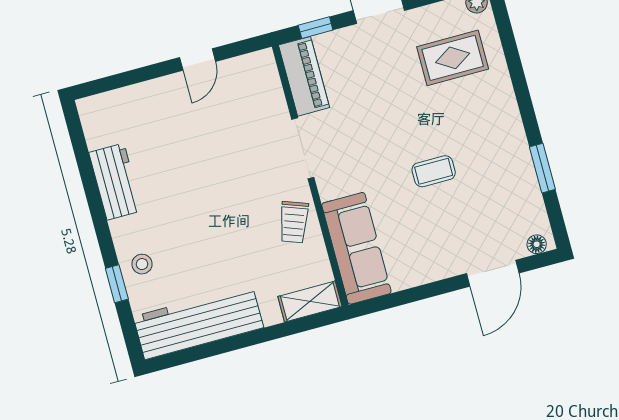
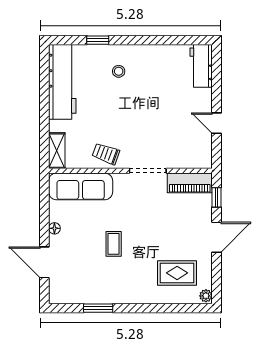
rug: (453, 58) -> (177, 273), turned 90
workbench: (115, 182) -> (201, 66), moved, turned 90
floor lamp: (537, 244) -> (54, 228), moved
stool: (142, 264) -> (119, 71), moved

